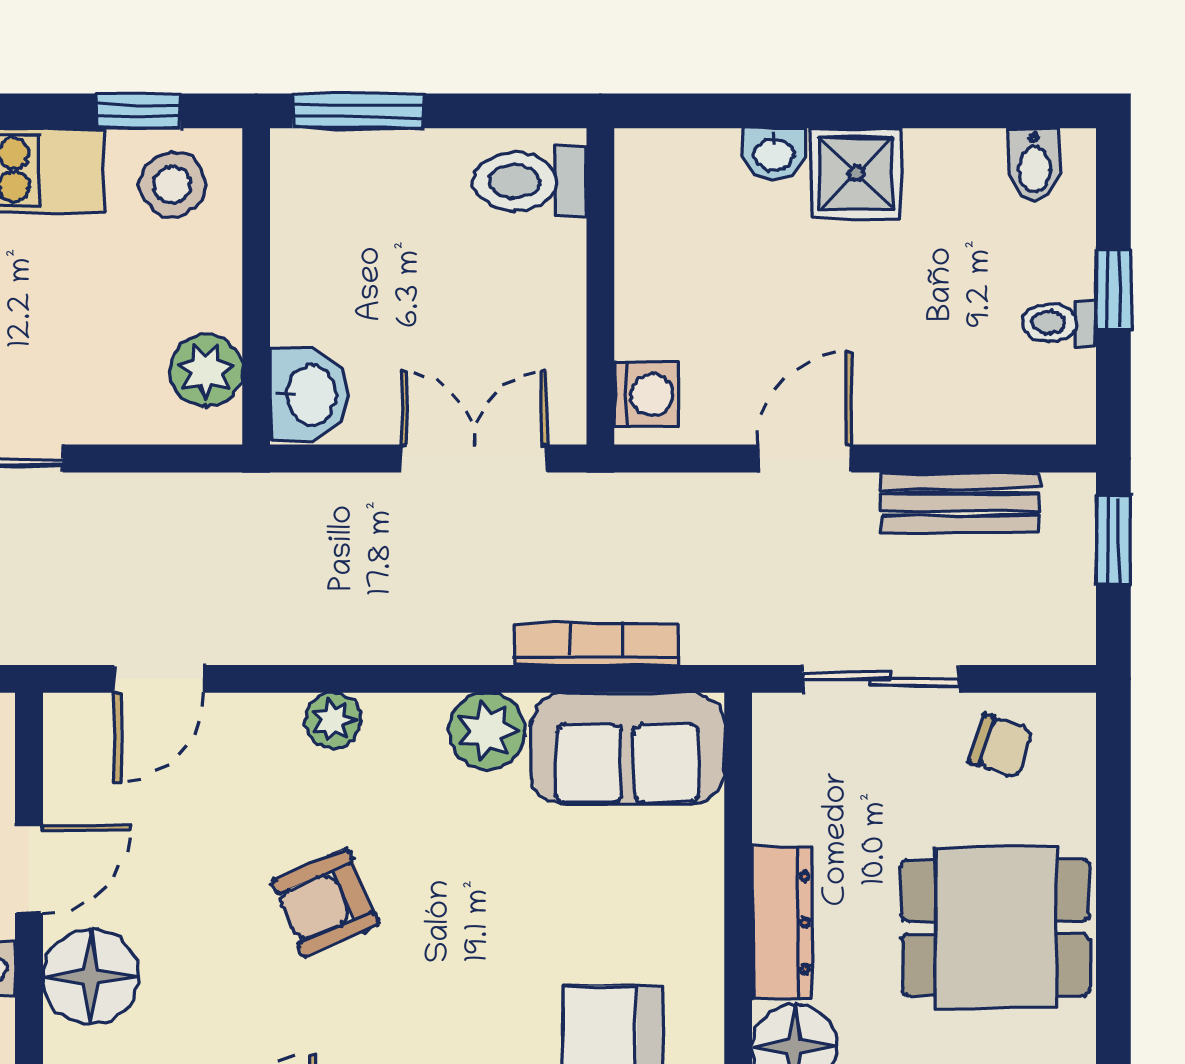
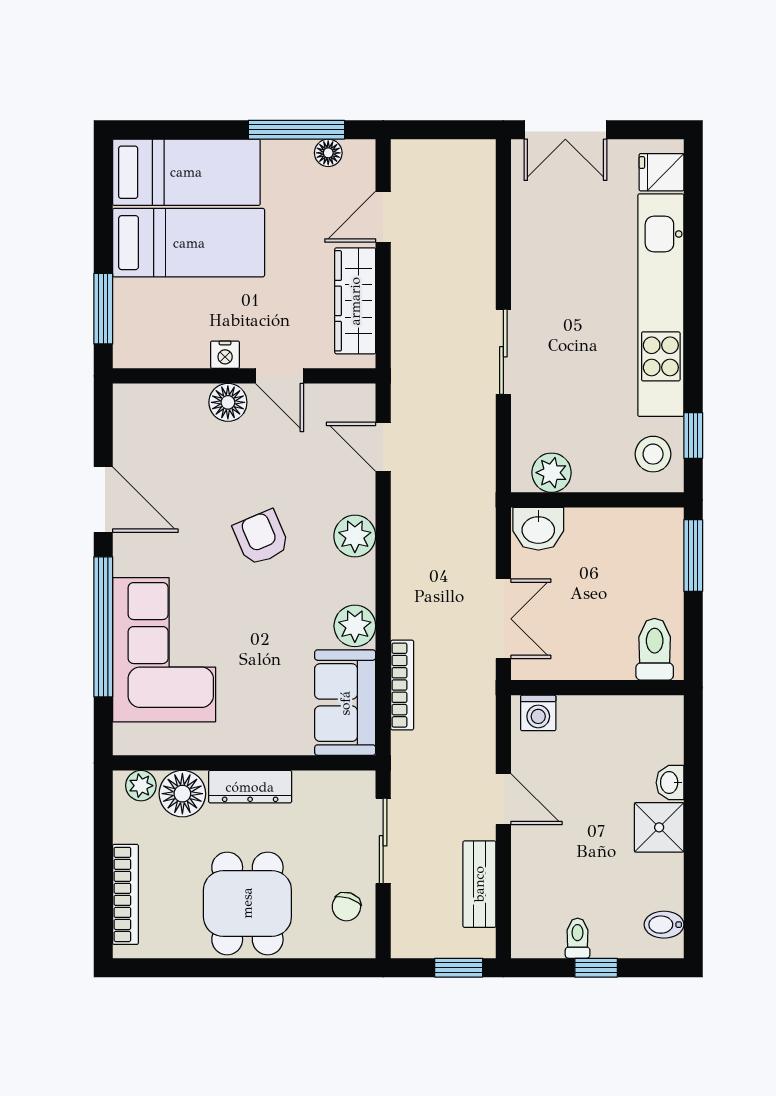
plant: (333, 720) -> (355, 536), width x1.38, depth x1.38
floor lamp: (91, 976) -> (228, 402), width x0.73, depth x0.73

